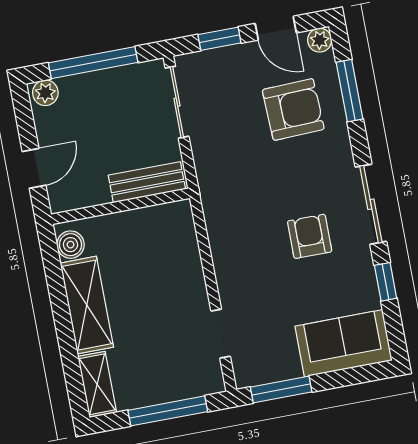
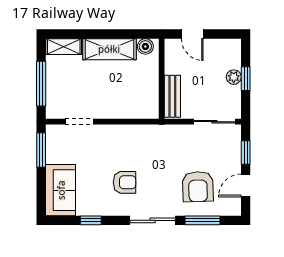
plant: (320, 40) -> (234, 209), removed
window: (93, 63) -> (246, 79), width x0.46
plant: (45, 93) -> (234, 77), moved
sliding door: (371, 204) -> (153, 220), moved

